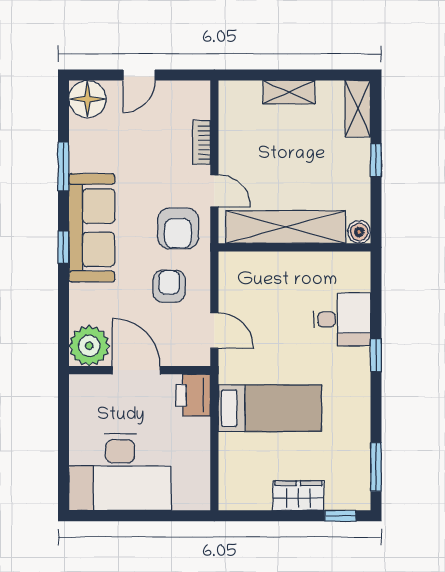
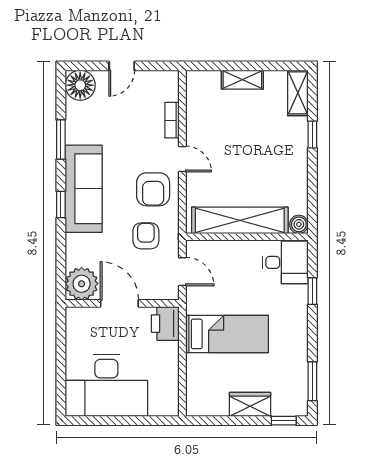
shelving: (286, 227) -> (240, 220), moved
boiler: (359, 232) -> (299, 224), moved
wall: (294, 247) -> (247, 237), moved

